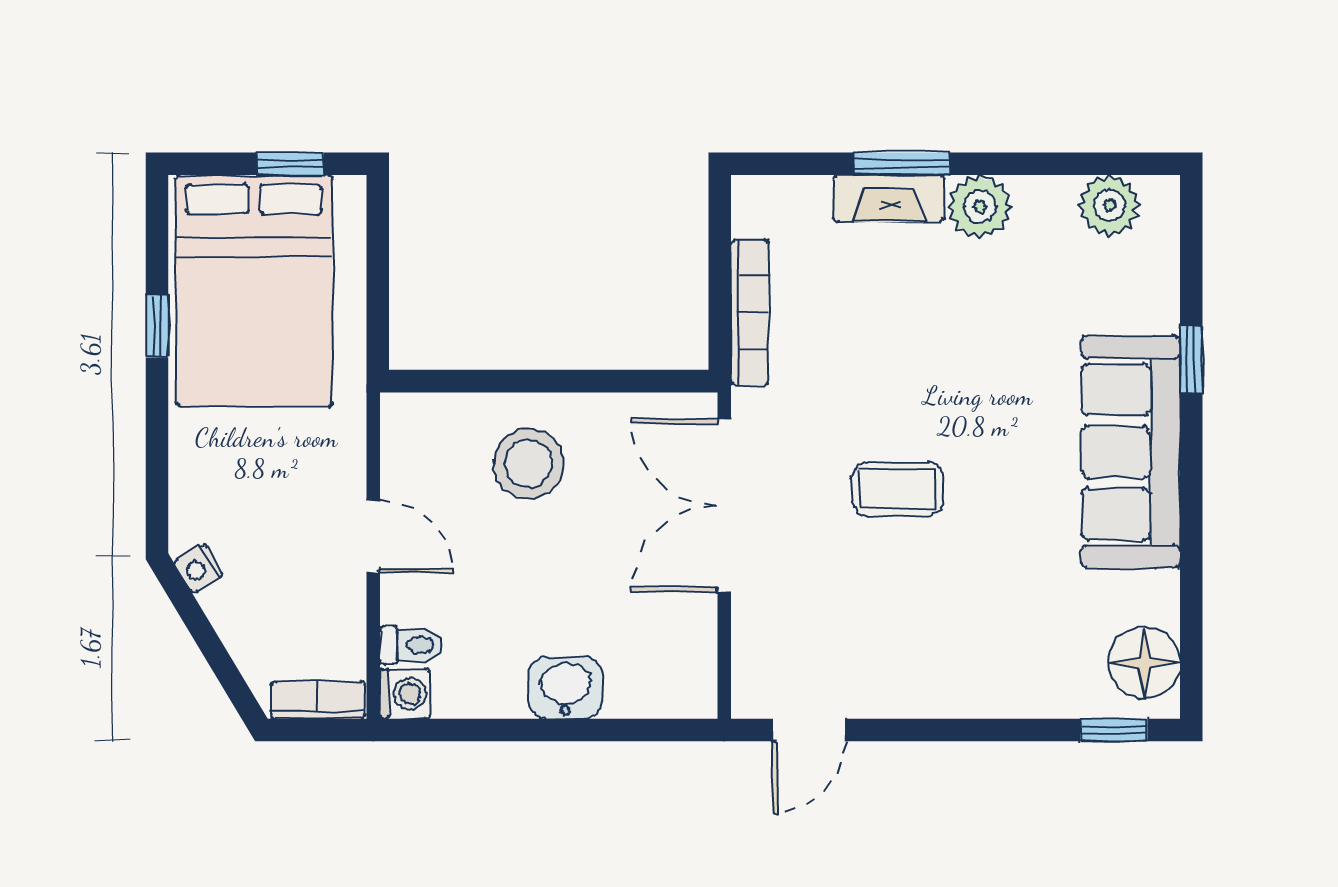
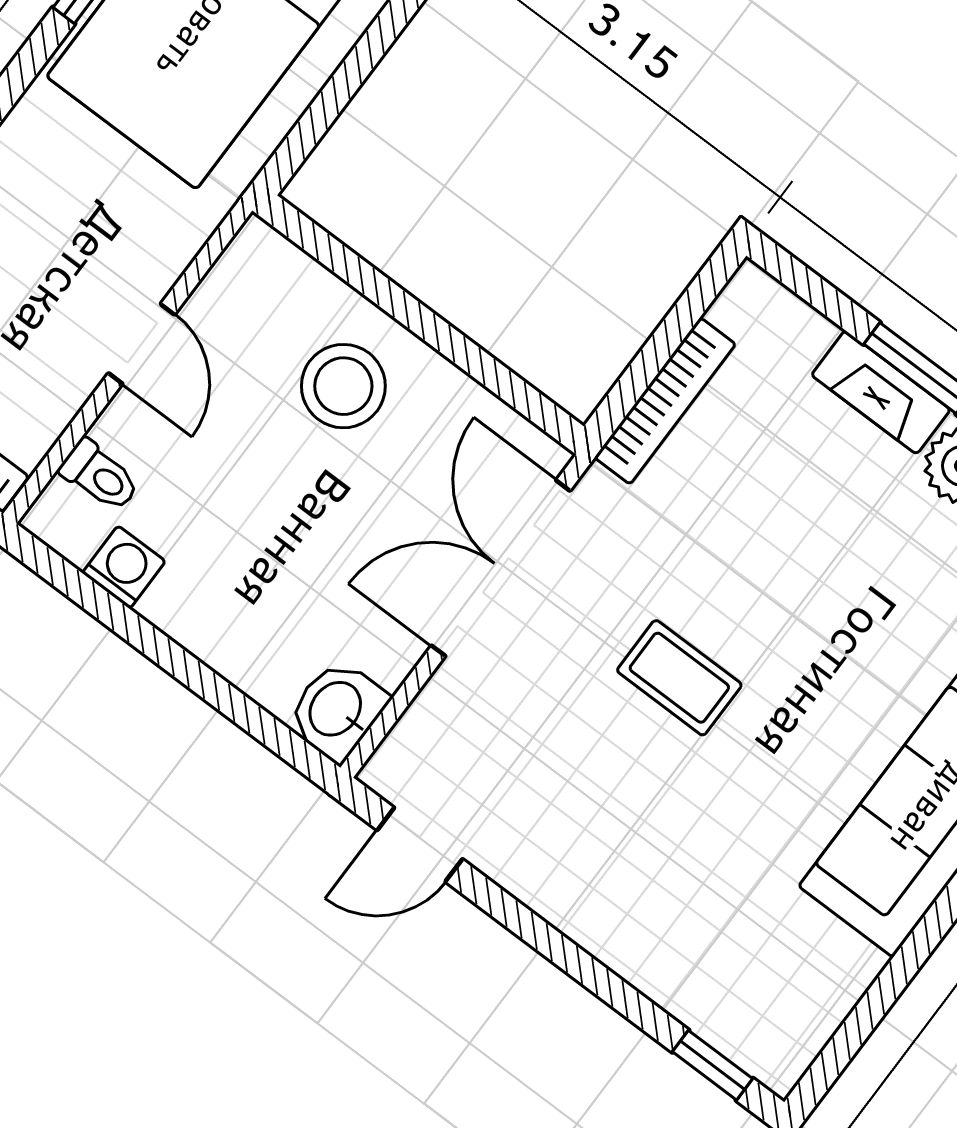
floor lamp: (1144, 663) -> (790, 1023), removed
washbasin: (566, 688) -> (337, 710), moved, turned -90
washing machine: (405, 694) -> (124, 567), moved, turned -90

